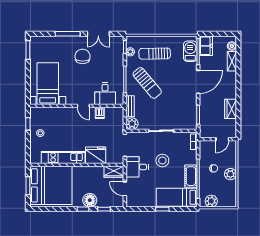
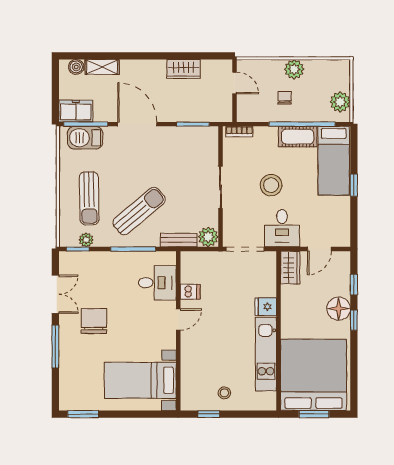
chair: (83, 56) -> (94, 321), turned 90
fridge: (96, 155) -> (266, 307), width x0.53, depth x0.75

